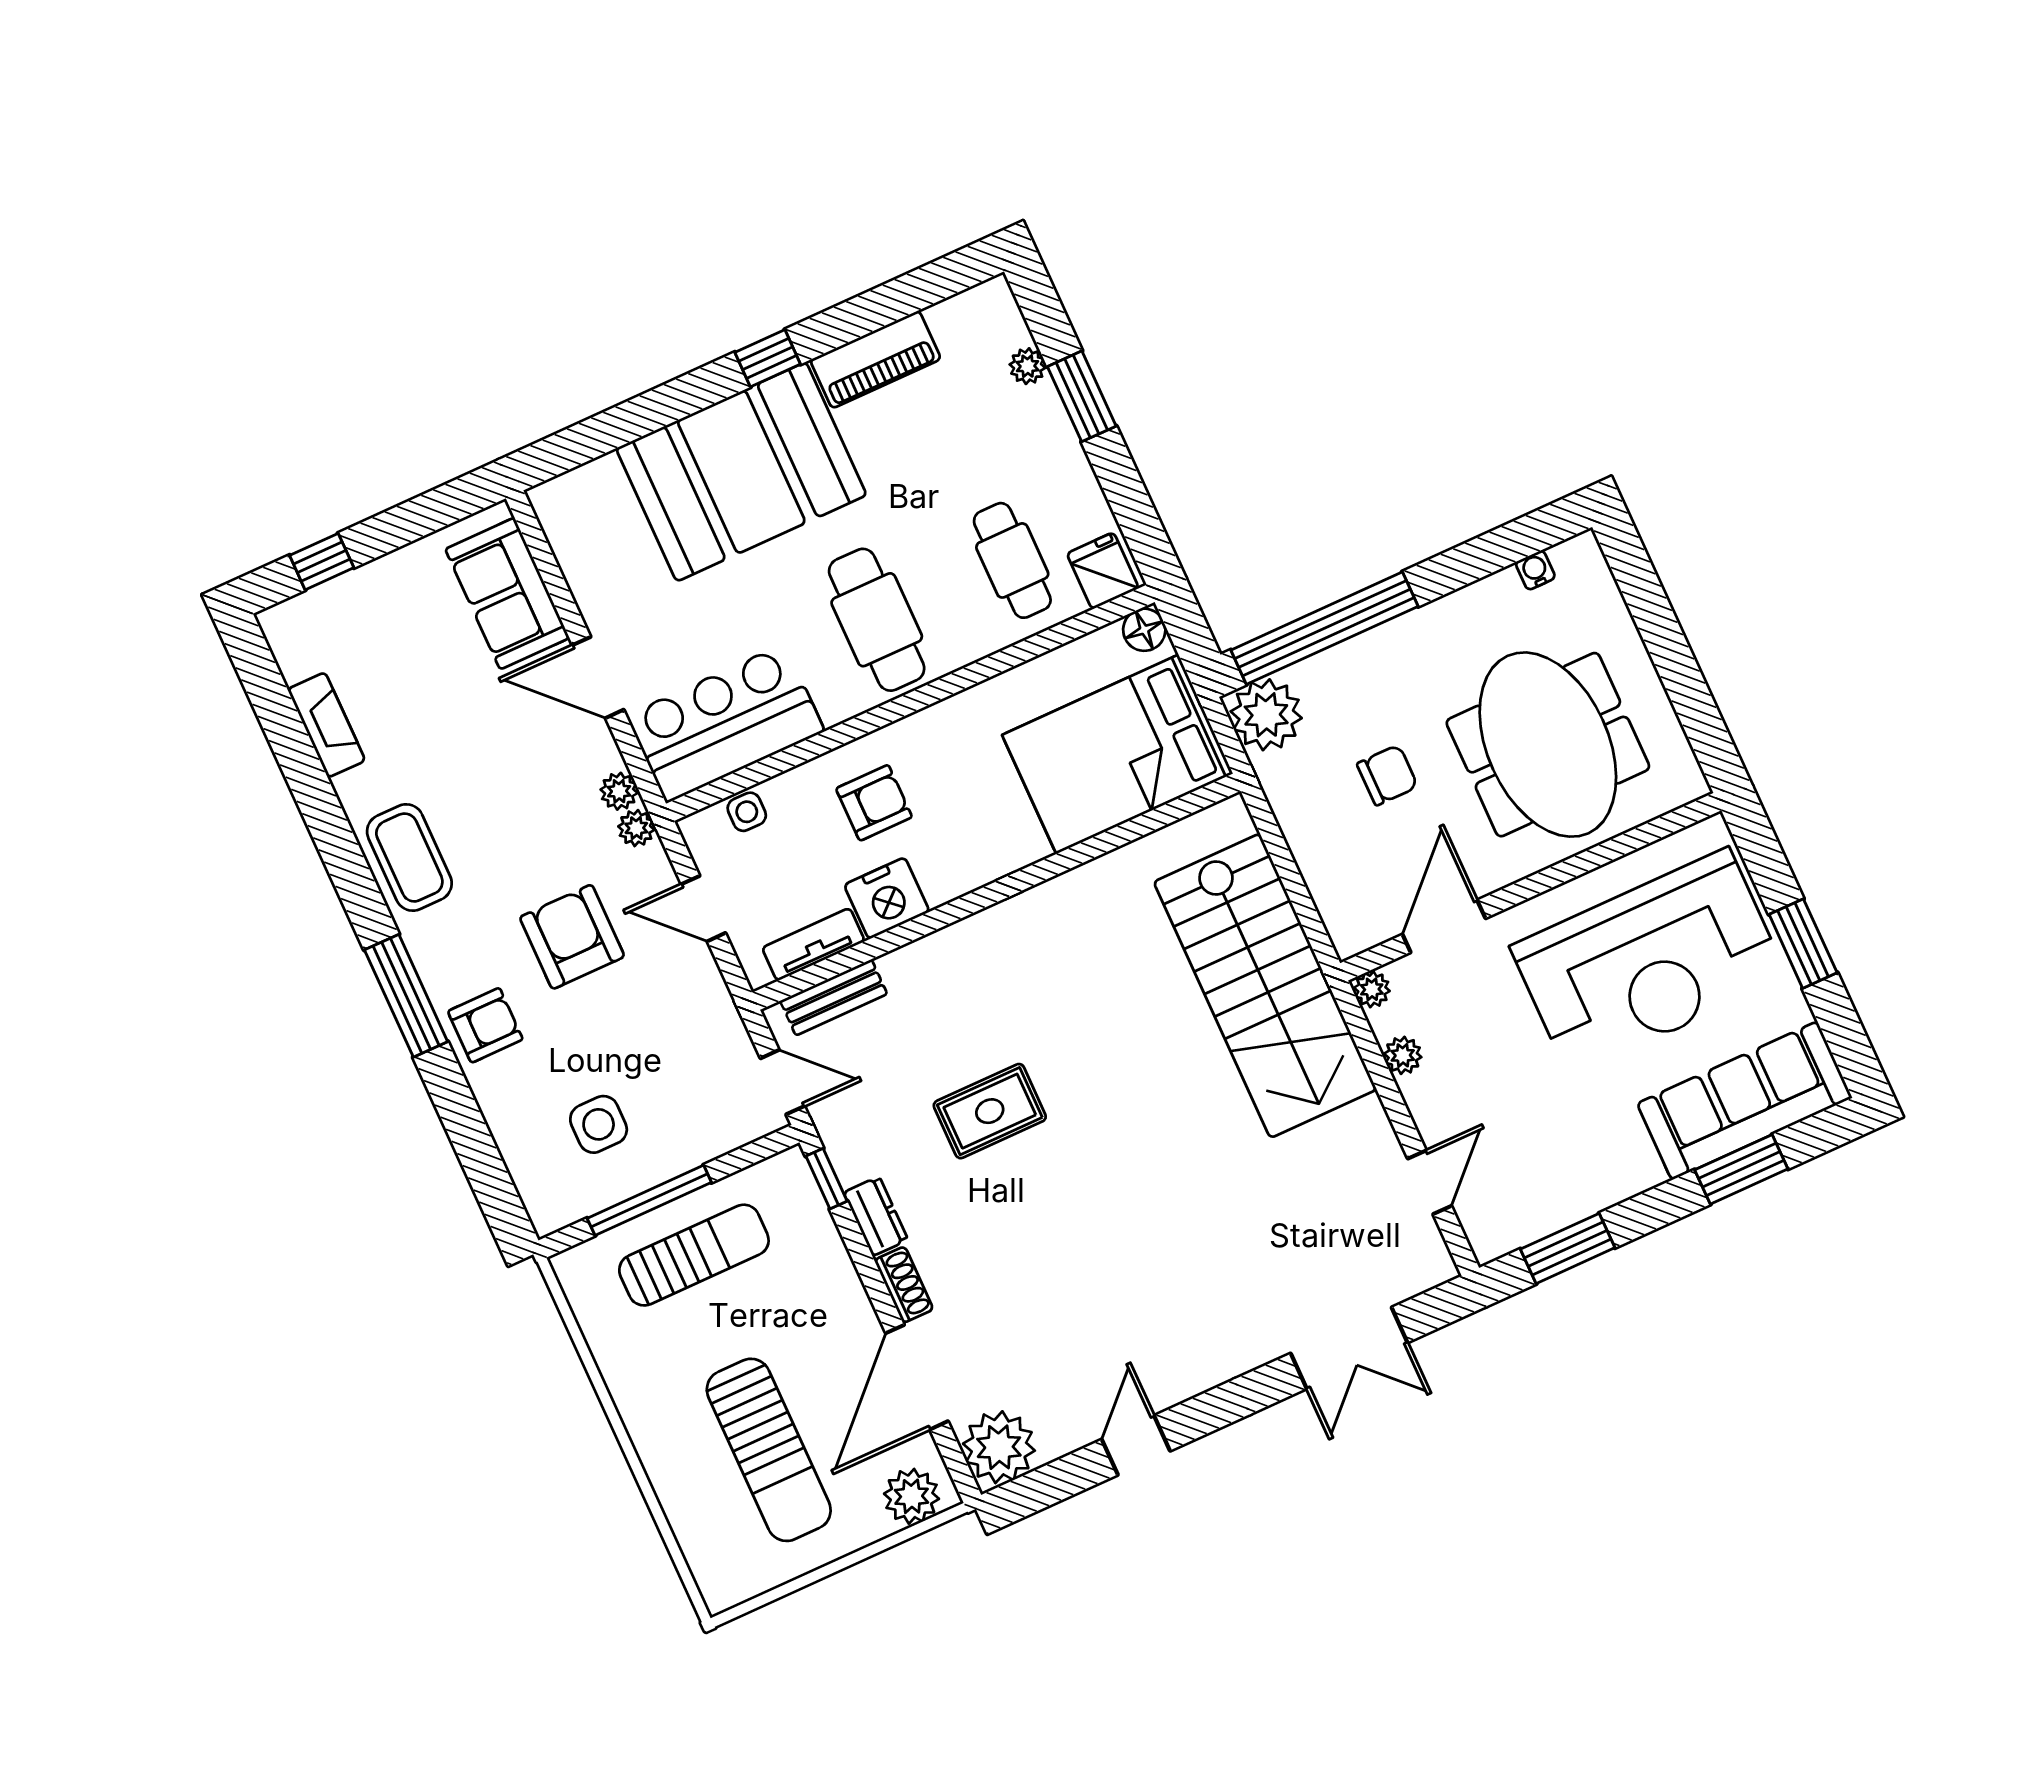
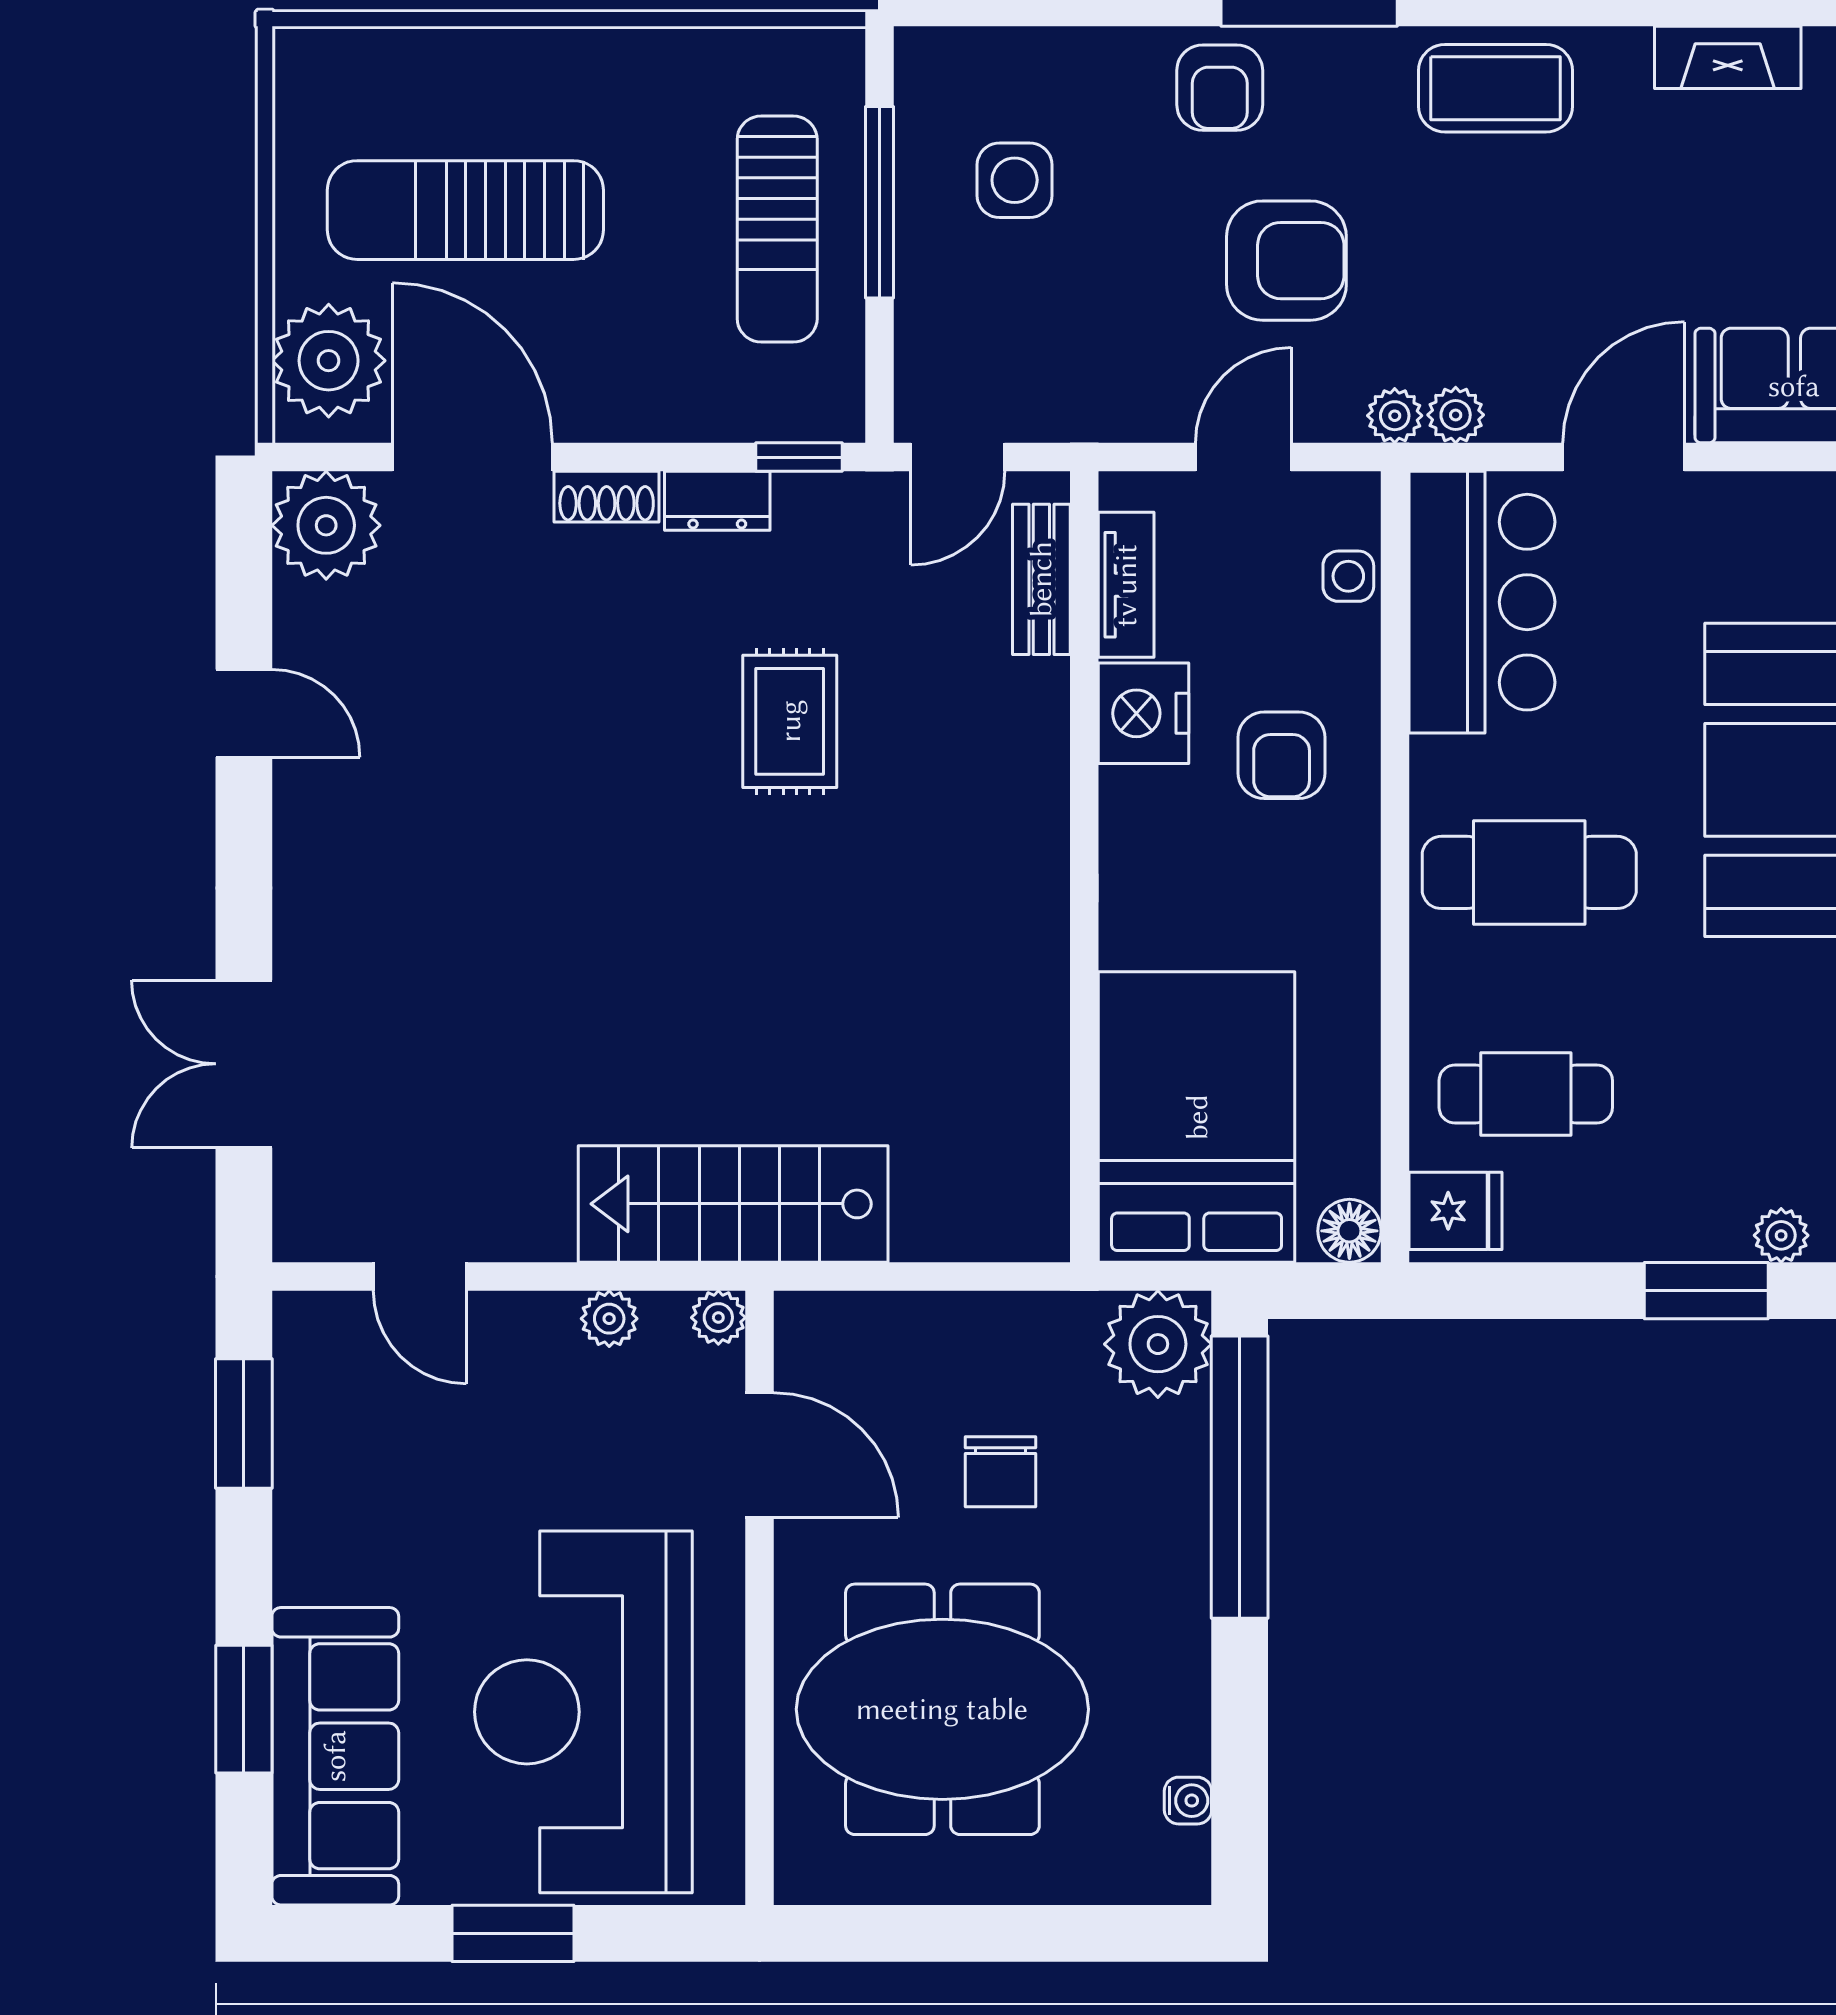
stairs: (1265, 986) -> (733, 1204), width x0.73, depth x0.66
plant: (912, 1496) -> (329, 361), width x1.36, depth x1.36

